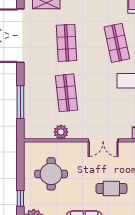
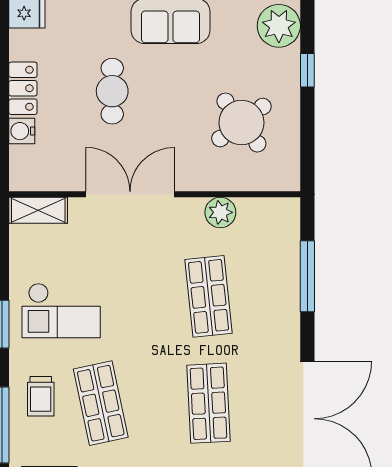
double door: (103, 140) -> (130, 194), width x1.37
round table: (51, 174) -> (241, 123), turned -37
cafe table: (111, 189) -> (112, 91), turned 90

